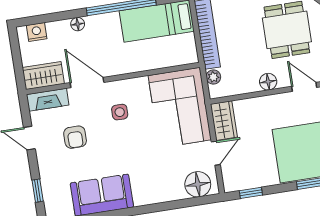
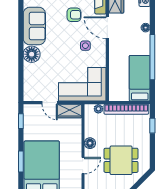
door: (87, 83) -> (107, 28), swing flipped
armchair: (75, 137) -> (74, 15), turned 180
floor lamp: (198, 184) -> (32, 54), moved

